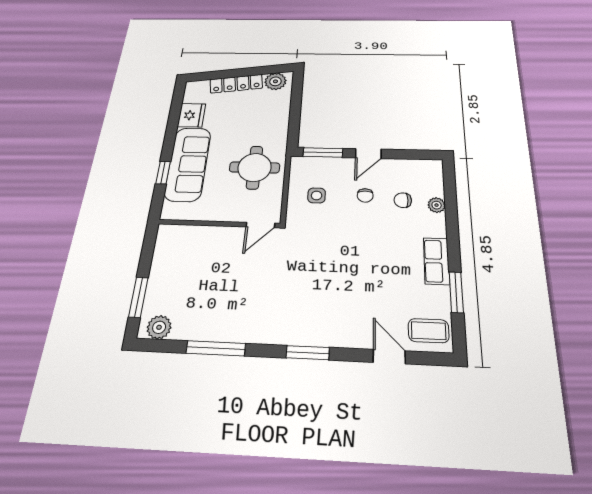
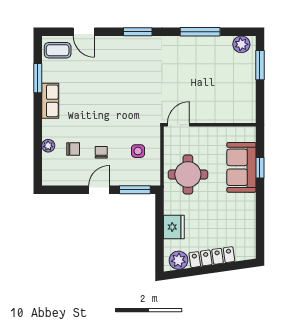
fridge: (191, 115) -> (174, 227), moved, turned 180
sofa: (188, 164) -> (241, 167), width x0.73

